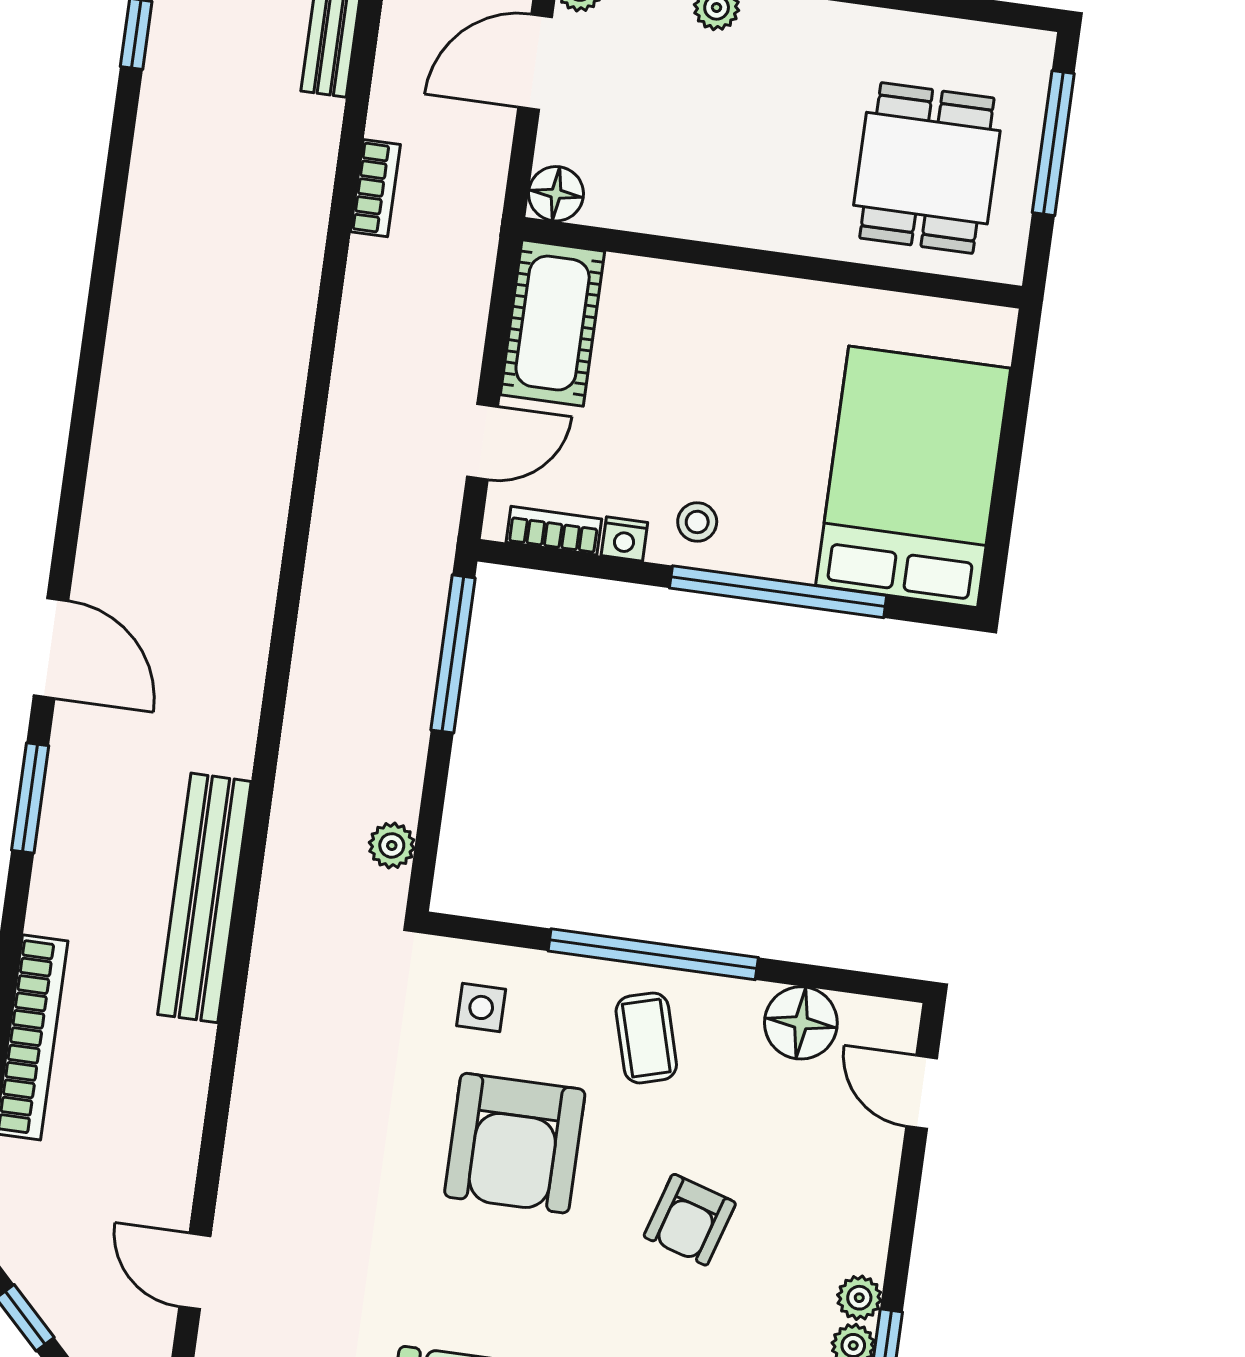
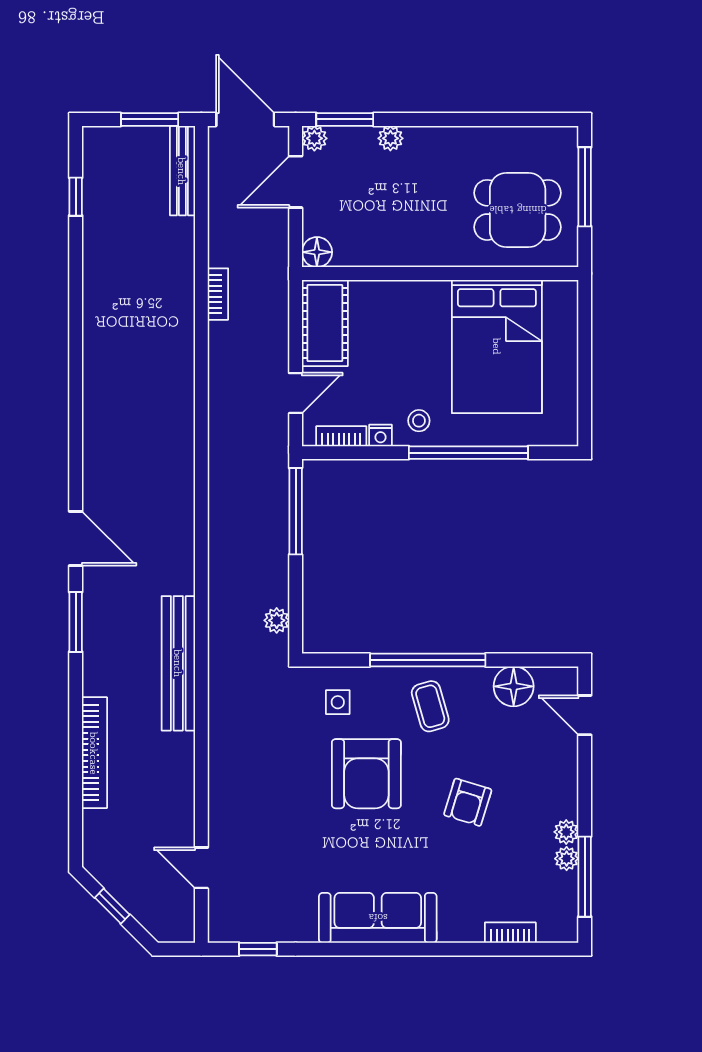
dining table: (927, 168) -> (518, 210), turned 90
bookcase: (375, 188) -> (218, 294), moved
bed: (913, 477) -> (497, 346), moved, turned 180

